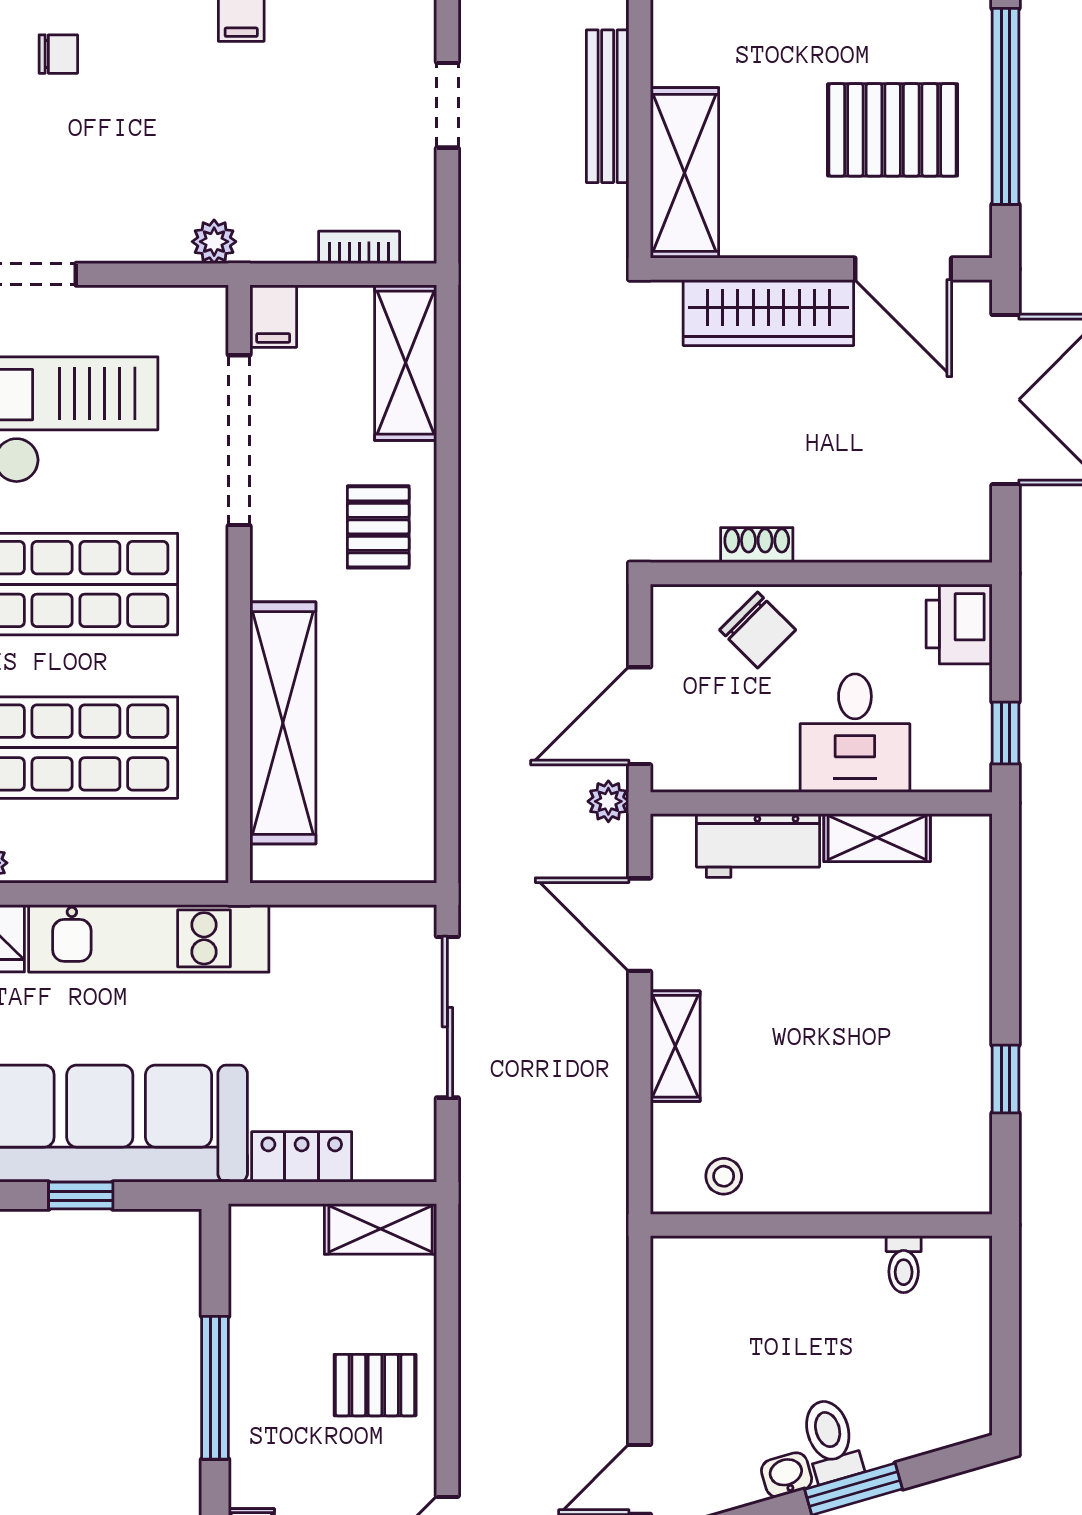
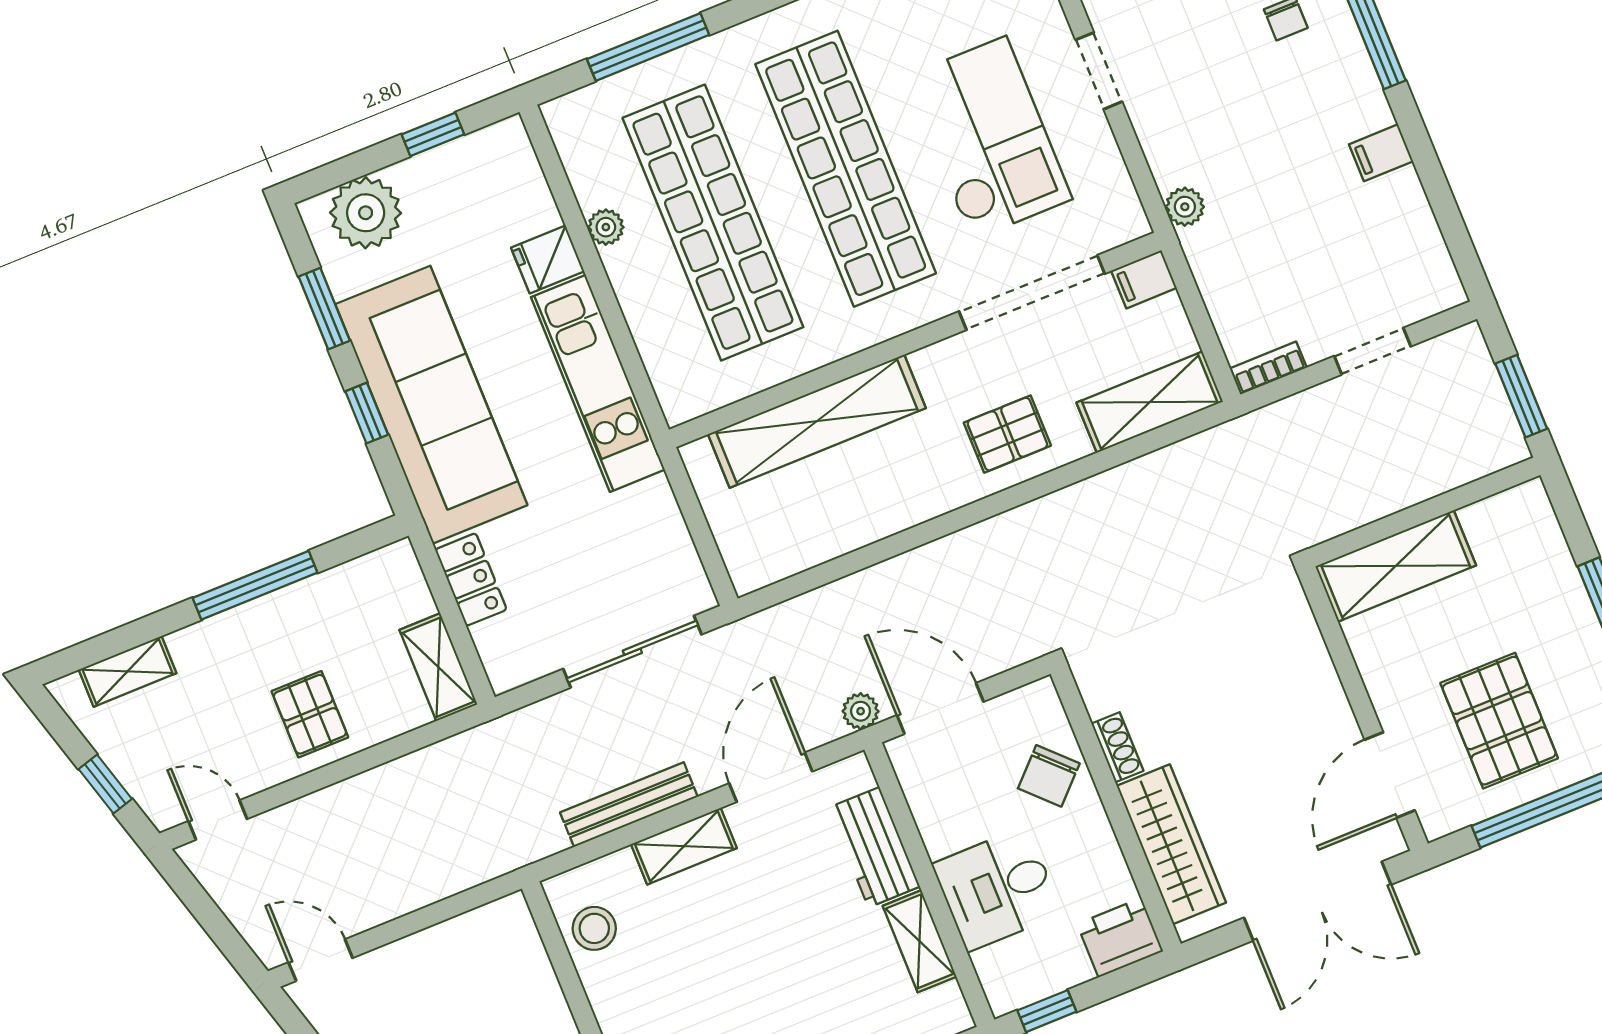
bench: (608, 106) -> (629, 805), moved
bookcase: (359, 247) -> (1269, 368), moved, turned -90
wardrobe: (768, 313) -> (1171, 844), moved, turned 180
stool: (724, 1176) -> (594, 928), width x1.37, depth x1.37

